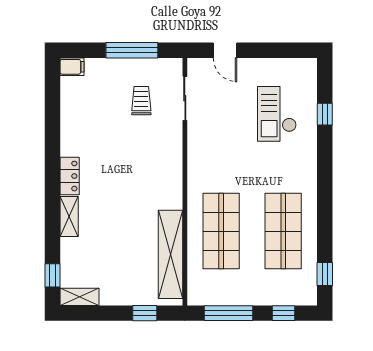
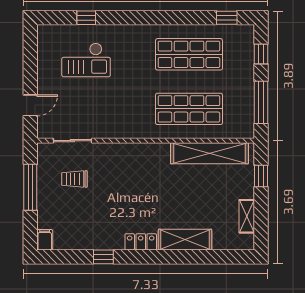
shelving: (69, 216) -> (185, 240), width x1.50, depth x1.33
window: (52, 275) -> (103, 257), moved
shelving: (80, 297) -> (247, 216), moved

